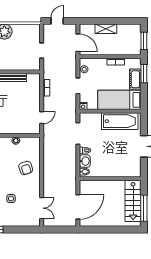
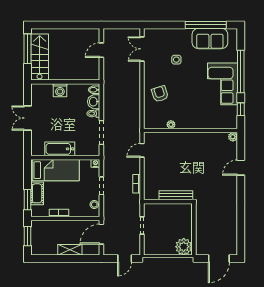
door: (78, 43) -> (101, 234), hinge flipped
bathtub: (120, 121) -> (60, 149), width x0.73, depth x0.73
washing machine: (115, 171) -> (60, 90), added
door: (78, 207) -> (101, 50), width x0.53

